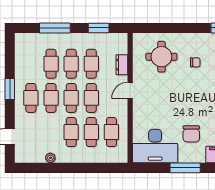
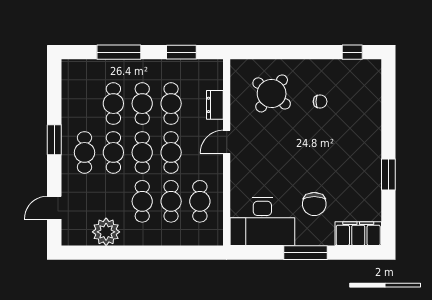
round table: (161, 57) -> (272, 93), turned 38
plant: (50, 158) -> (106, 232), width x1.88, depth x1.88

